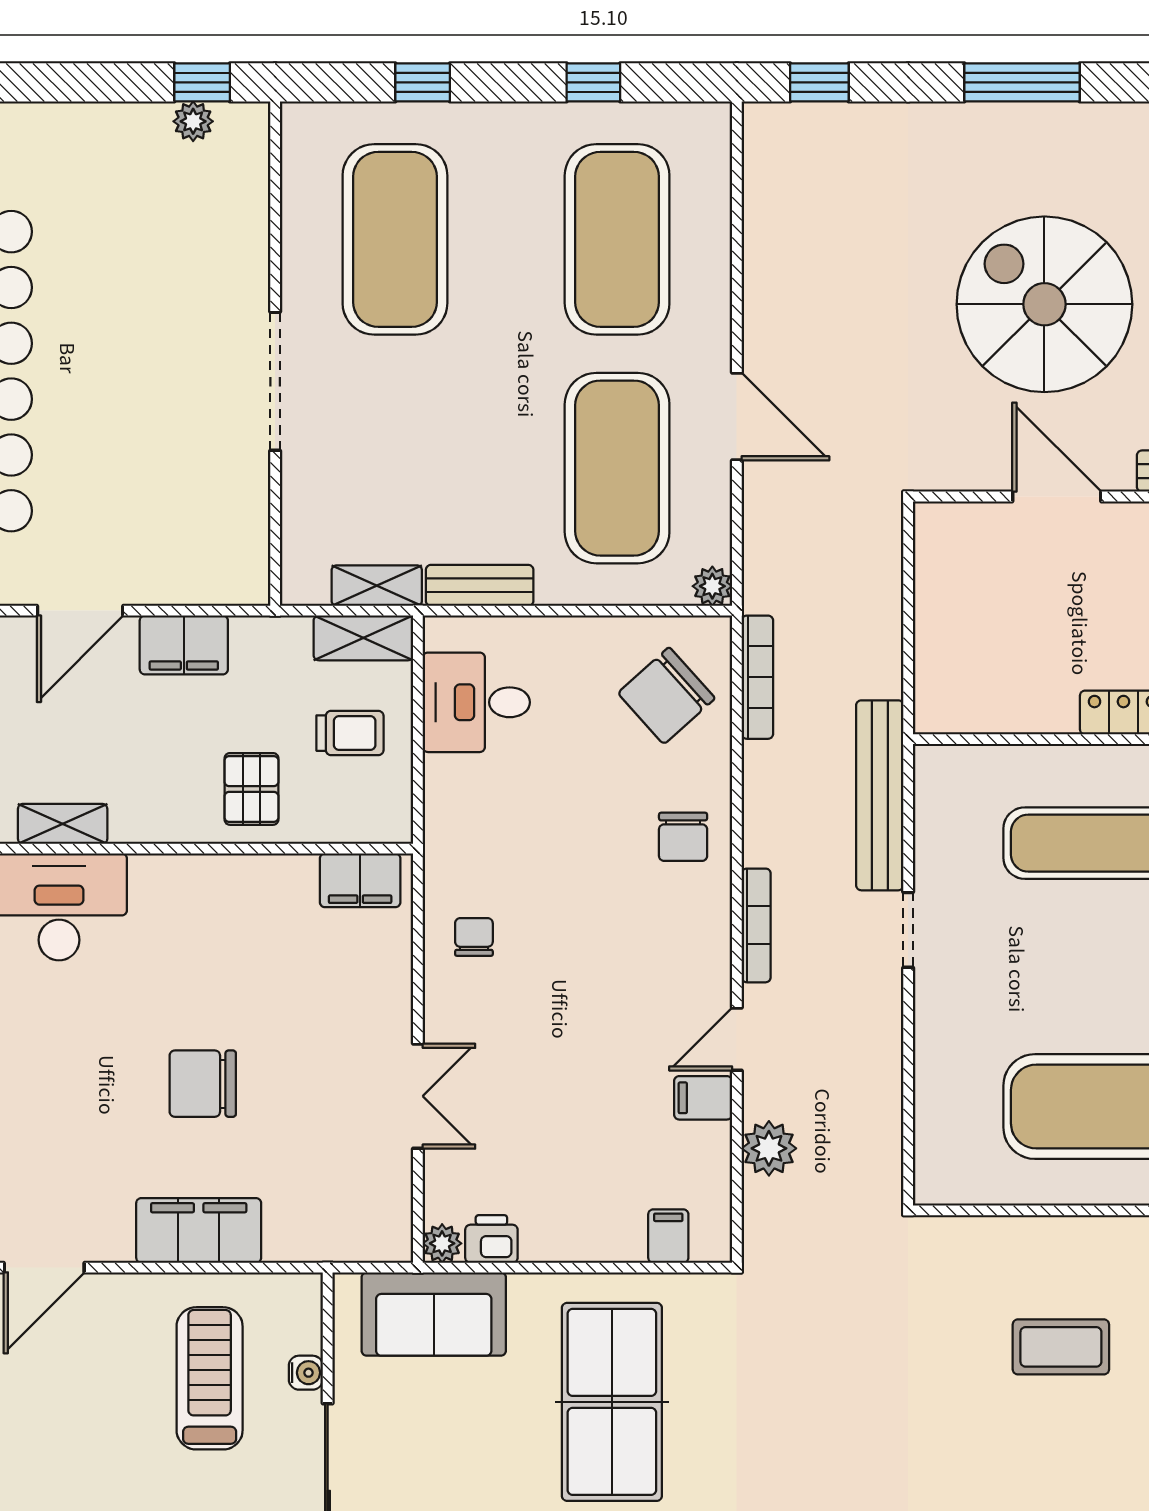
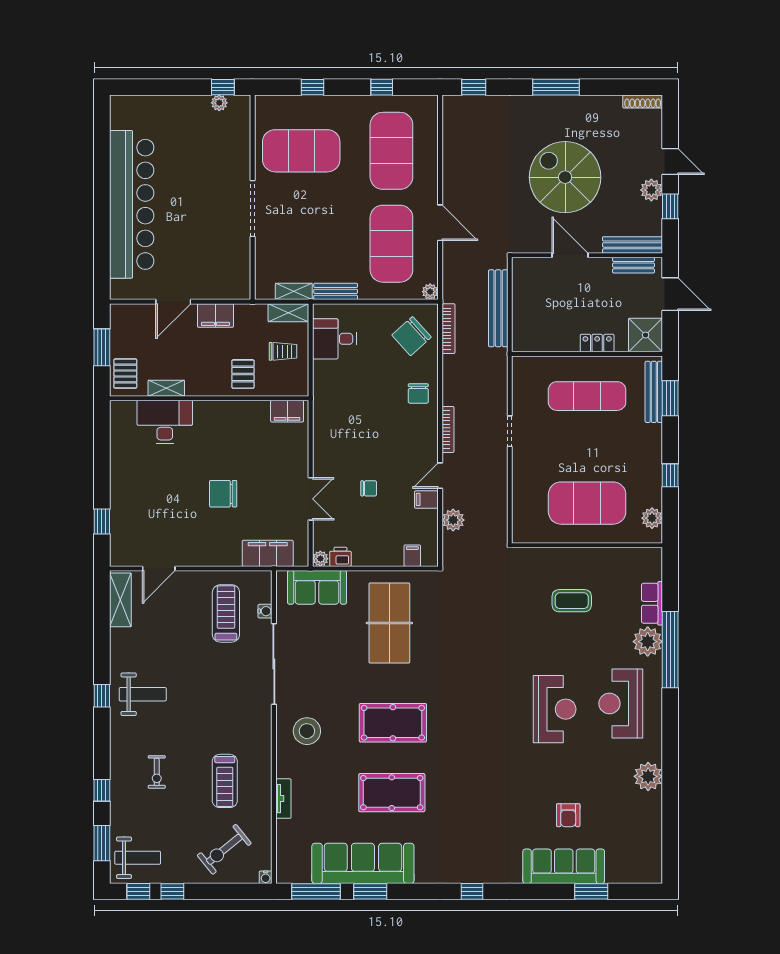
exercise mat: (395, 239) -> (301, 151), turned 90
bench: (880, 795) -> (498, 308), moved
chair: (474, 937) -> (369, 488), moved, turned 90
filing cabinet: (199, 1230) -> (268, 553), moved

